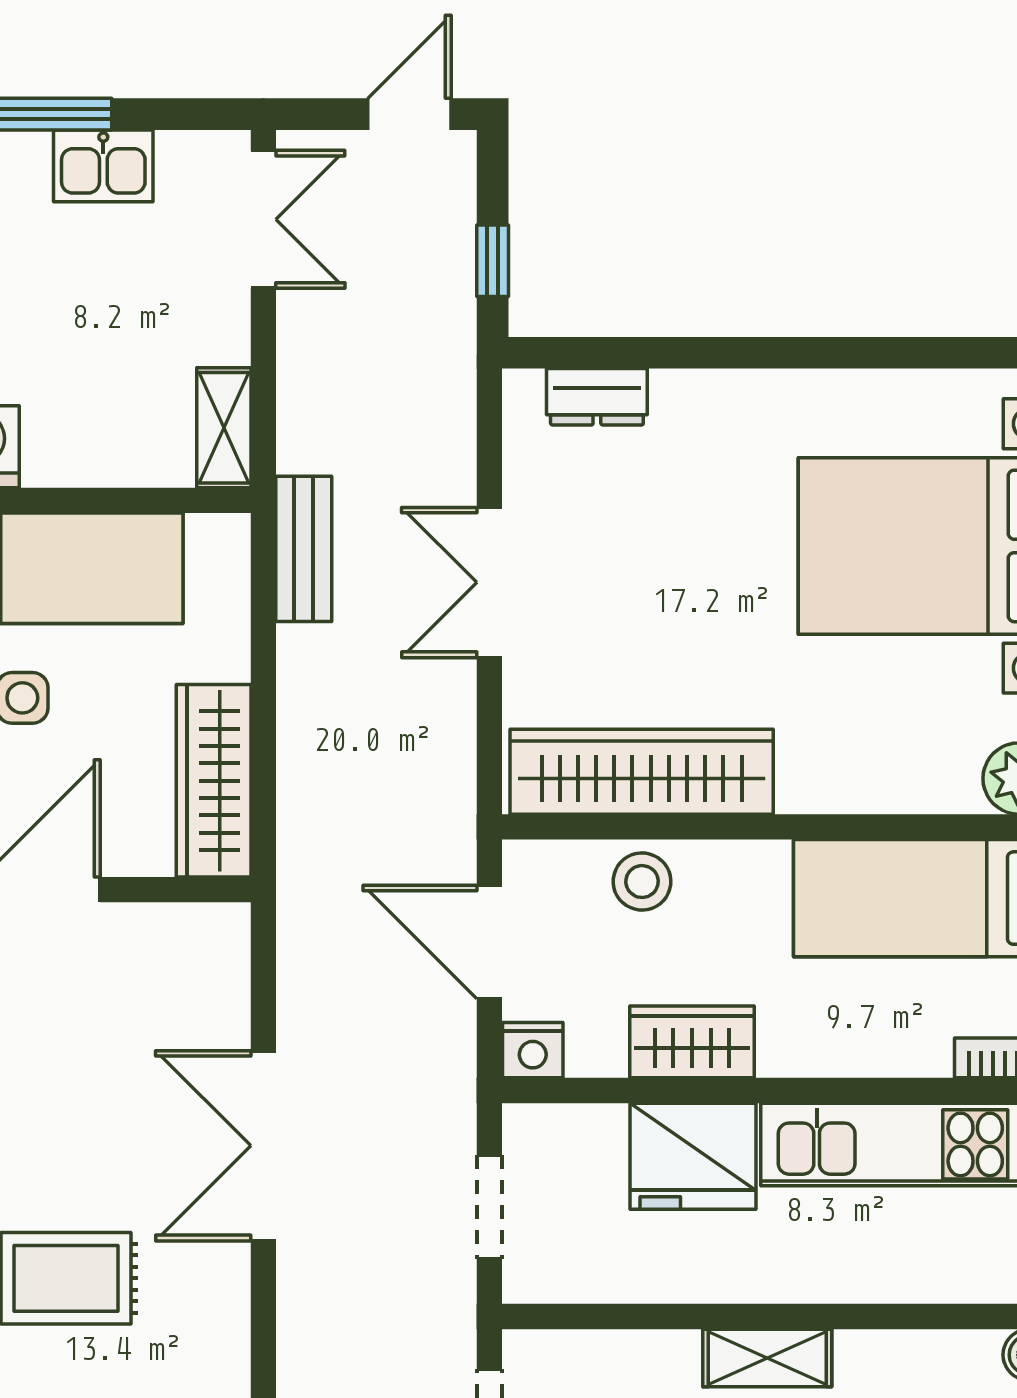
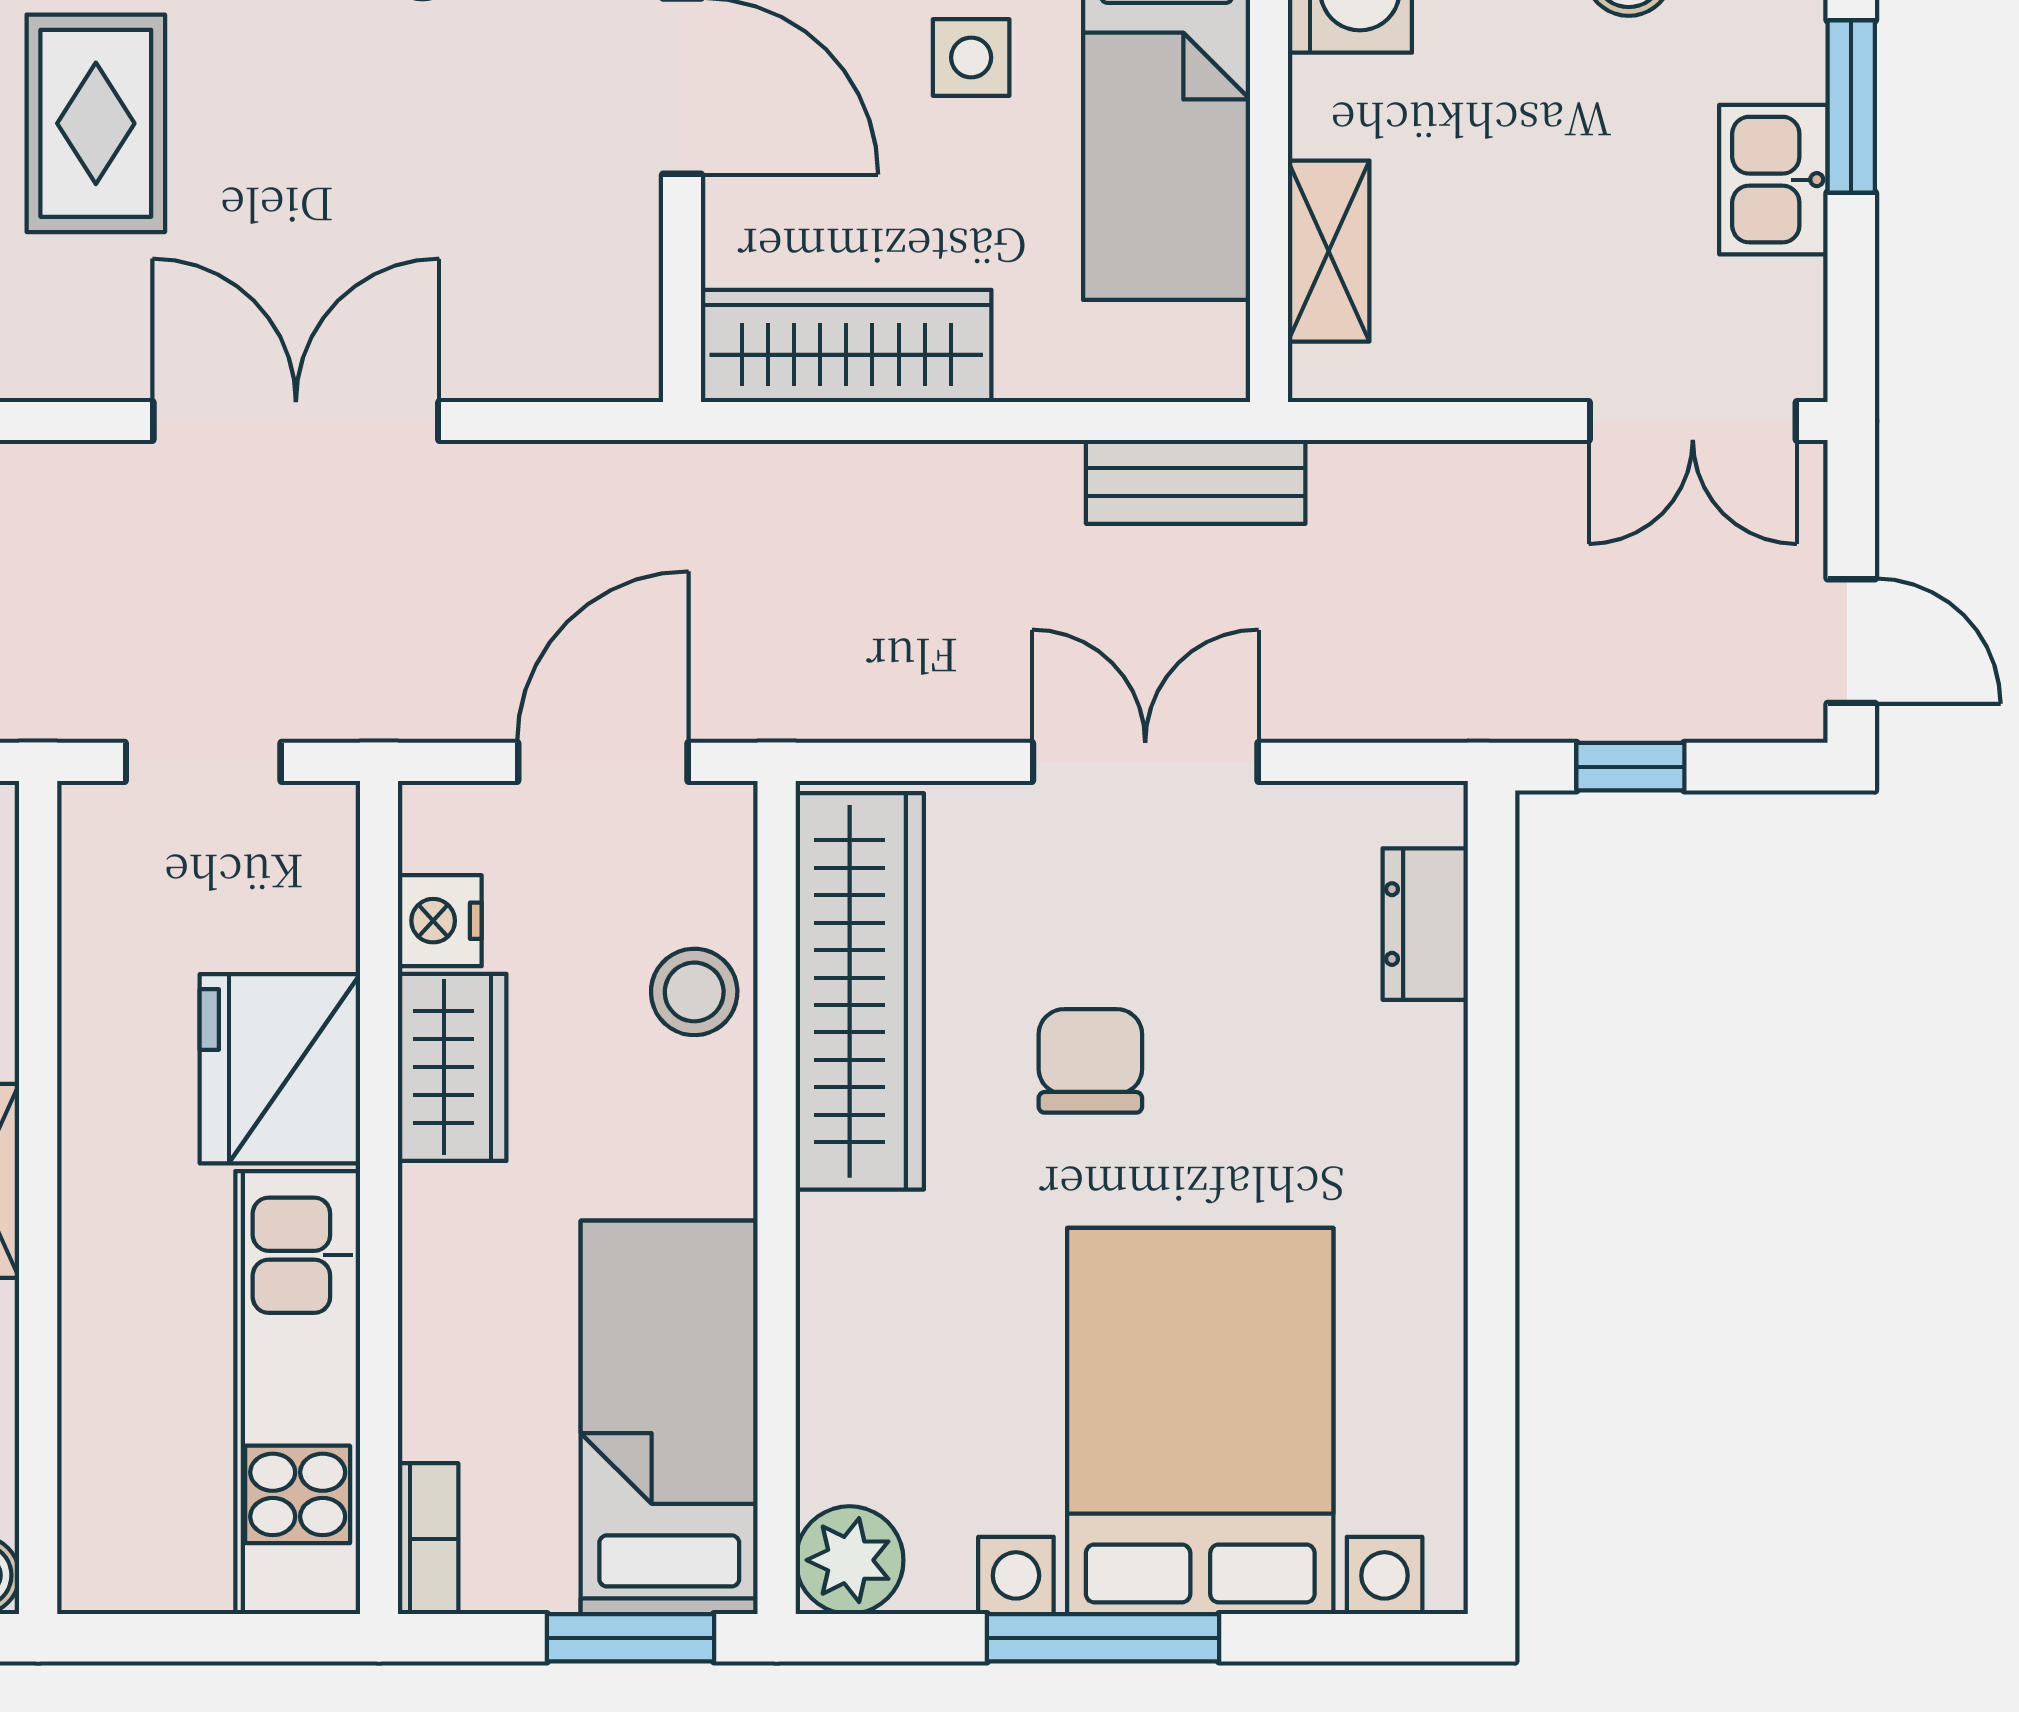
shelving: (224, 428) -> (1329, 251), moved, turned 90
chair: (688, 619) -> (1090, 1061), added
nightstand: (533, 1050) -> (440, 921), moved

